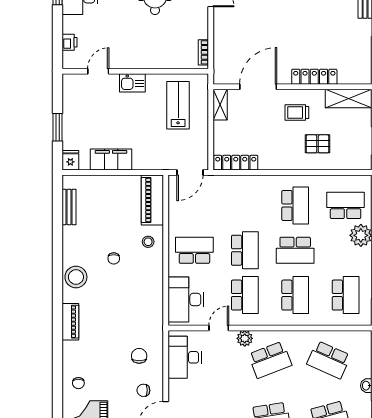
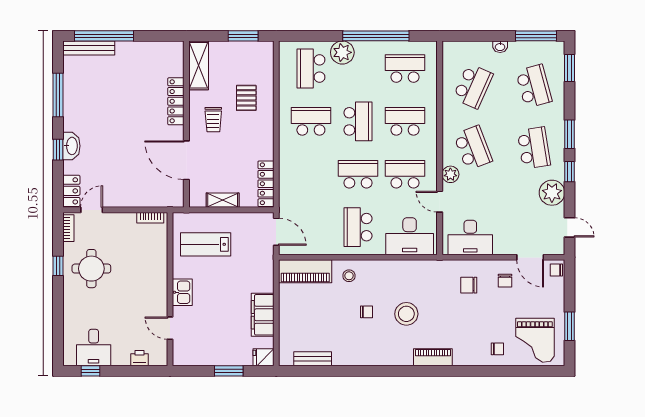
shelving: (220, 105) -> (223, 200), moved
stool: (76, 277) -> (406, 314), moved

